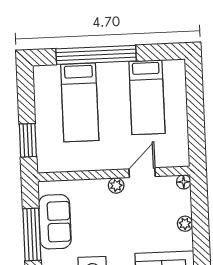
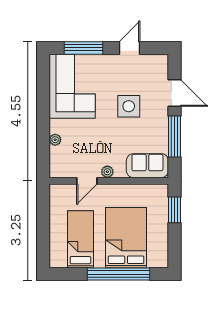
bed: (80, 102) -> (126, 238), width x1.50
floor lamp: (184, 182) -> (55, 172), removed
sofa: (55, 222) -> (147, 166), moved, turned 90

